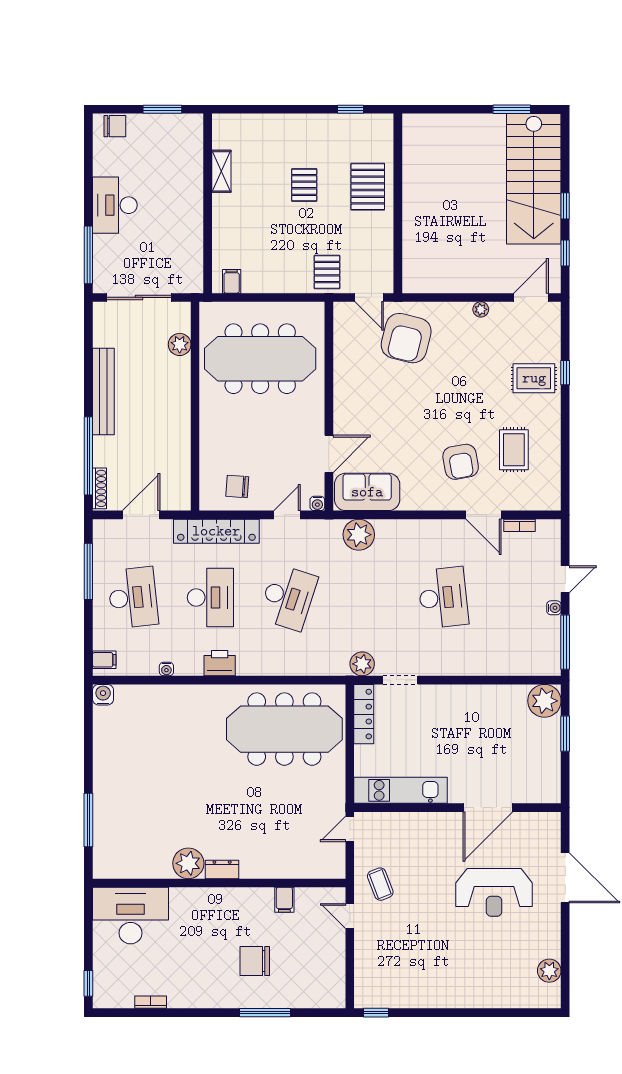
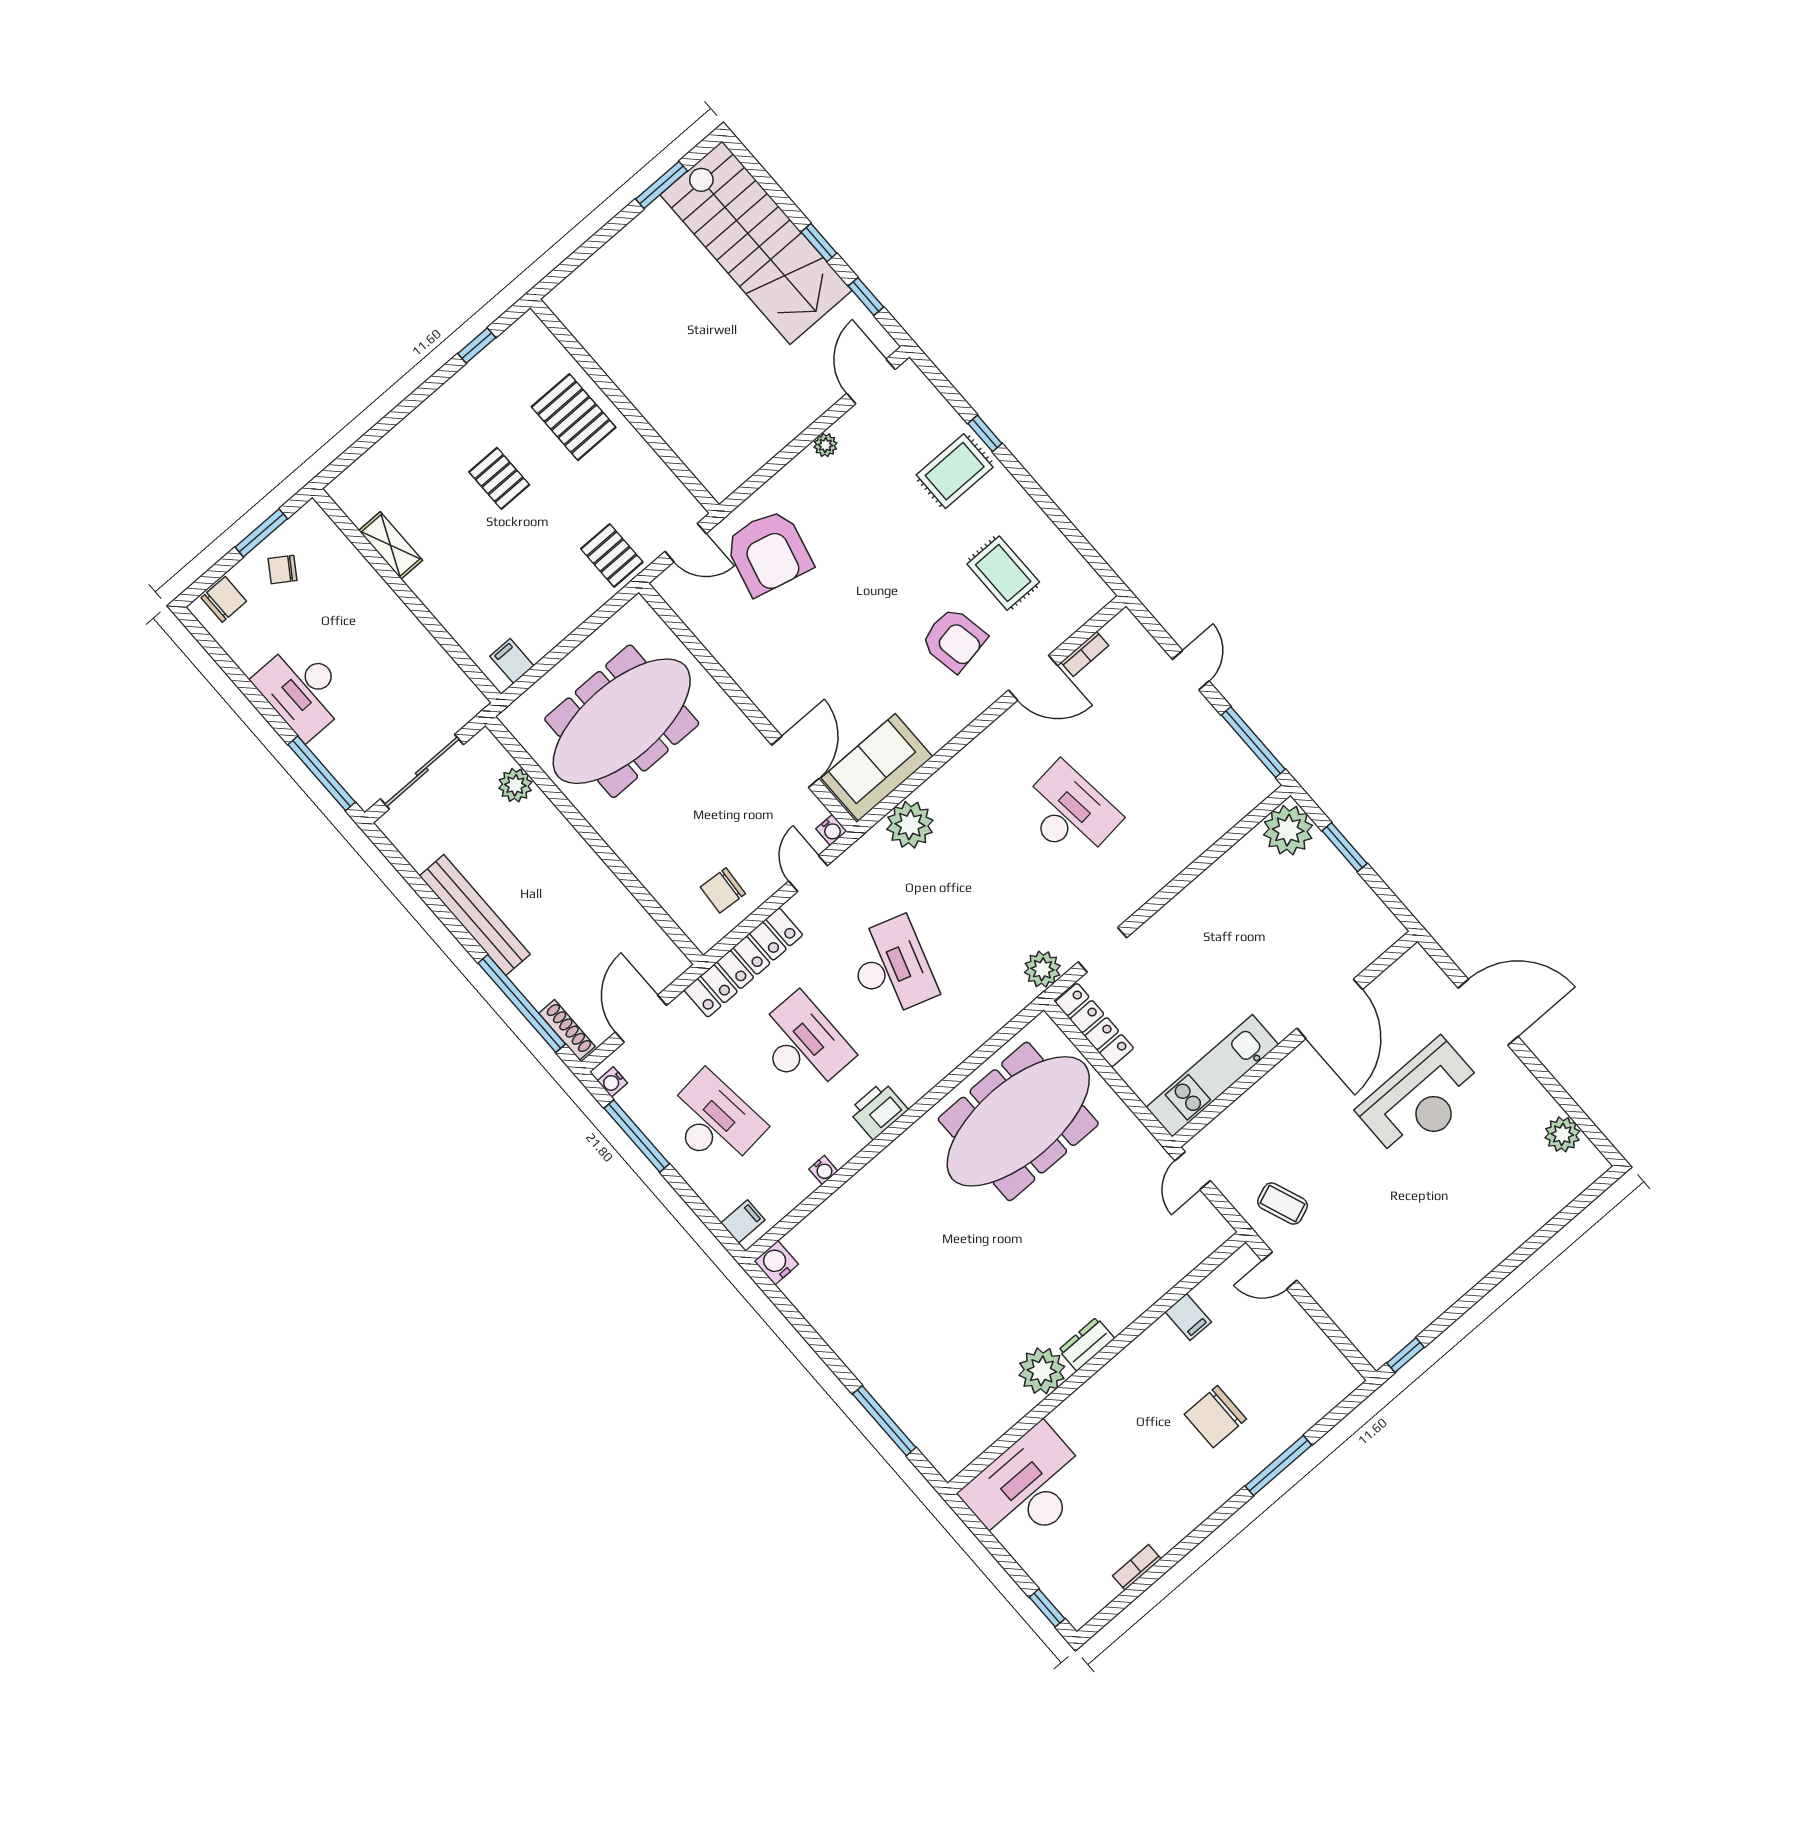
chair: (157, 137) -> (282, 569), added
water cooler: (554, 608) -> (612, 1082), moved, turned 180

